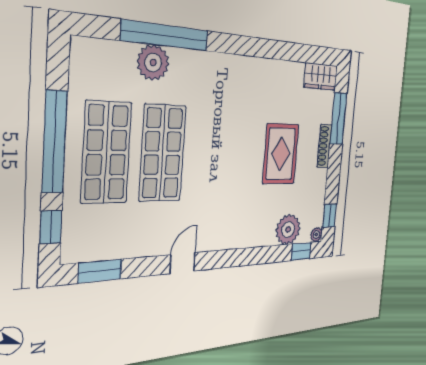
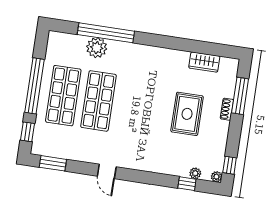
wardrobe: (321, 77) -> (204, 62), moved
shoe rack: (324, 146) -> (227, 109), width x0.70
plant: (288, 229) -> (195, 173), width x0.53, depth x0.53
window: (301, 251) -> (187, 184), moved
door: (182, 263) -> (107, 171), swing flipped

